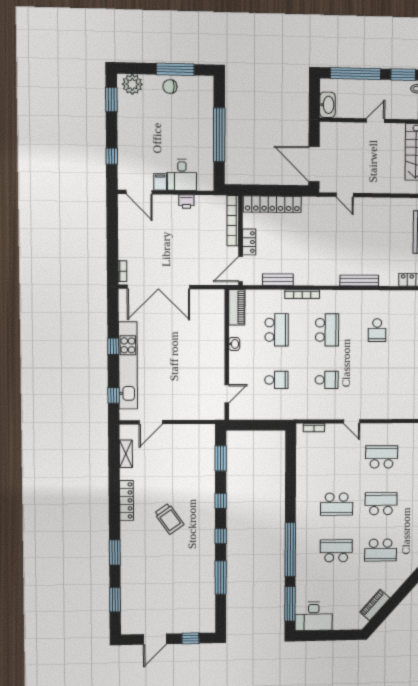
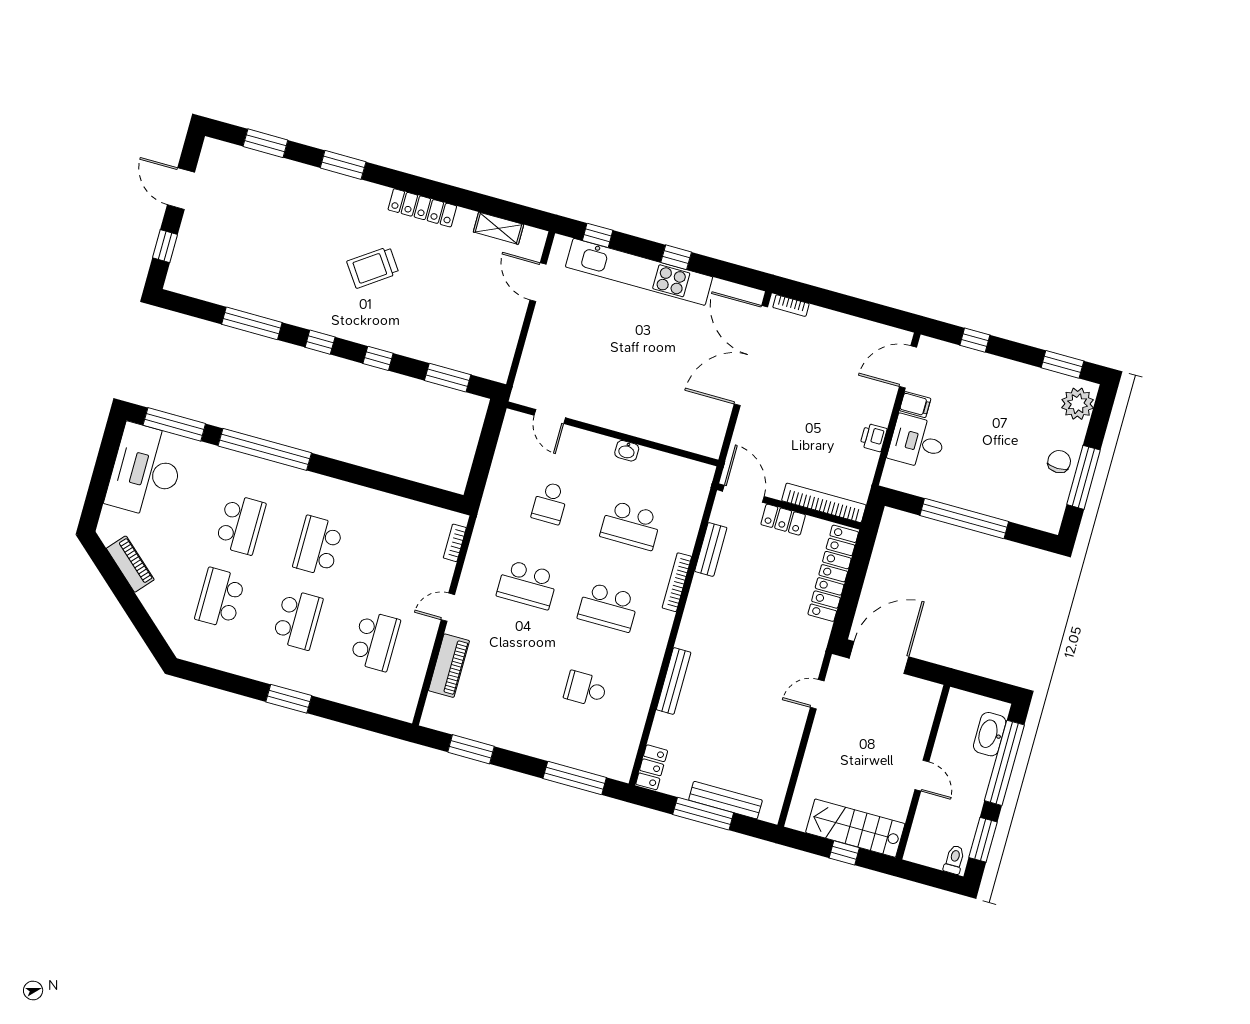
washbasin: (327, 105) -> (990, 734), moved, turned 90
piano: (237, 307) -> (449, 666), moved, turned -90
school desk: (327, 380) -> (527, 585), width x1.85
desk: (314, 616) -> (146, 471), width x1.36, depth x1.30

